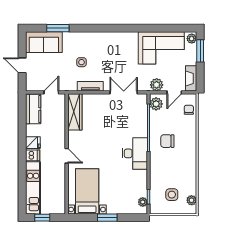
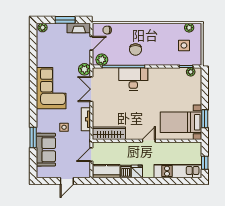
window: (58, 28) -> (33, 138), moved
sofa: (44, 42) -> (46, 150), moved
corner sofa: (161, 48) -> (51, 88), moved
window: (200, 51) -> (65, 20), moved
plant: (157, 85) -> (84, 69), moved
door: (51, 92) -> (91, 155), hinge flipped
door: (174, 92) -> (91, 43), hinge flipped
desk: (135, 153) -> (133, 79), moved
dishwasher: (33, 155) -> (126, 171), moved
window: (107, 218) -> (205, 119), moved

